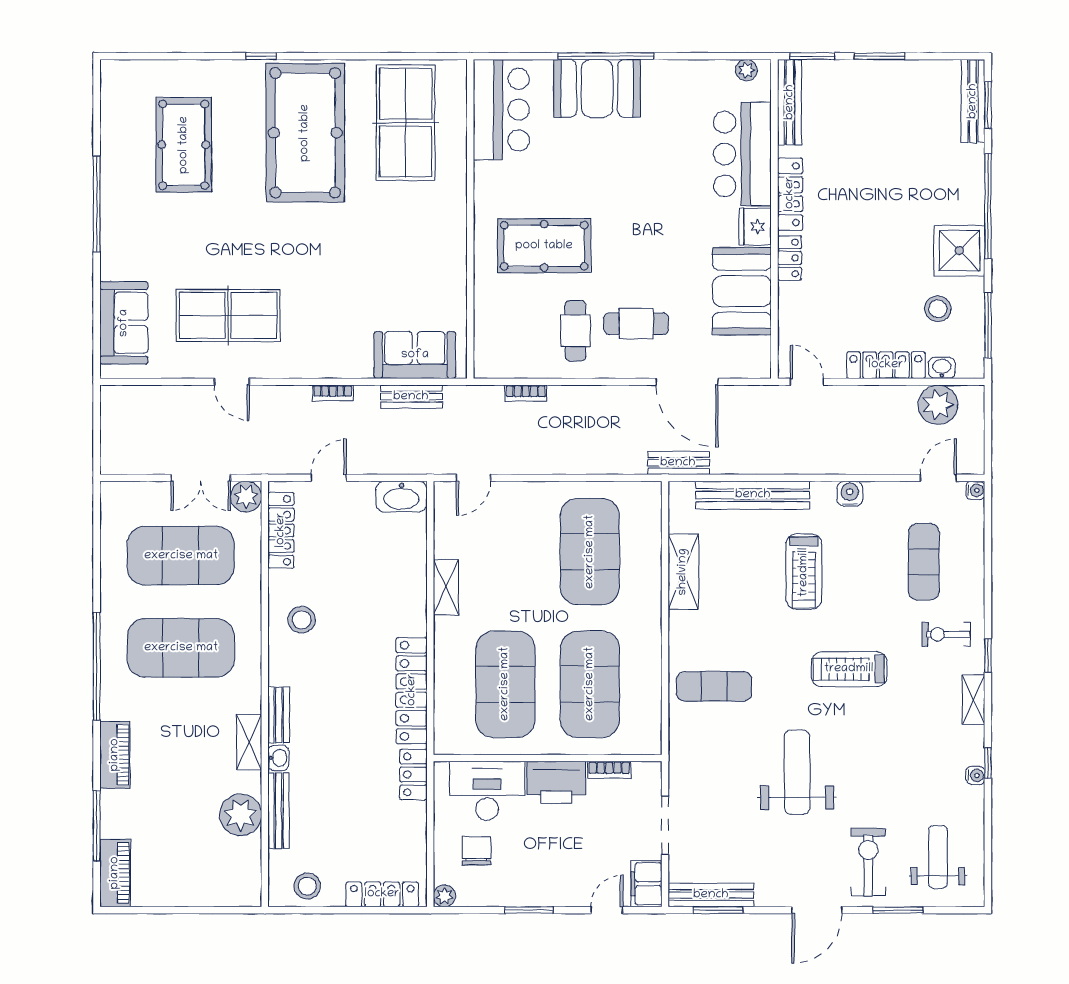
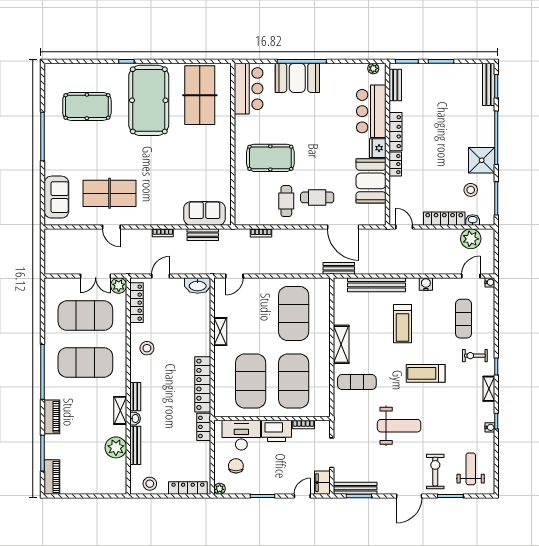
bench: (790, 102) -> (395, 85), width x0.73
pool table: (184, 145) -> (87, 106), turned 90
shelving: (683, 572) -> (341, 344), moved
weight bench: (797, 772) -> (399, 426), turned 90

